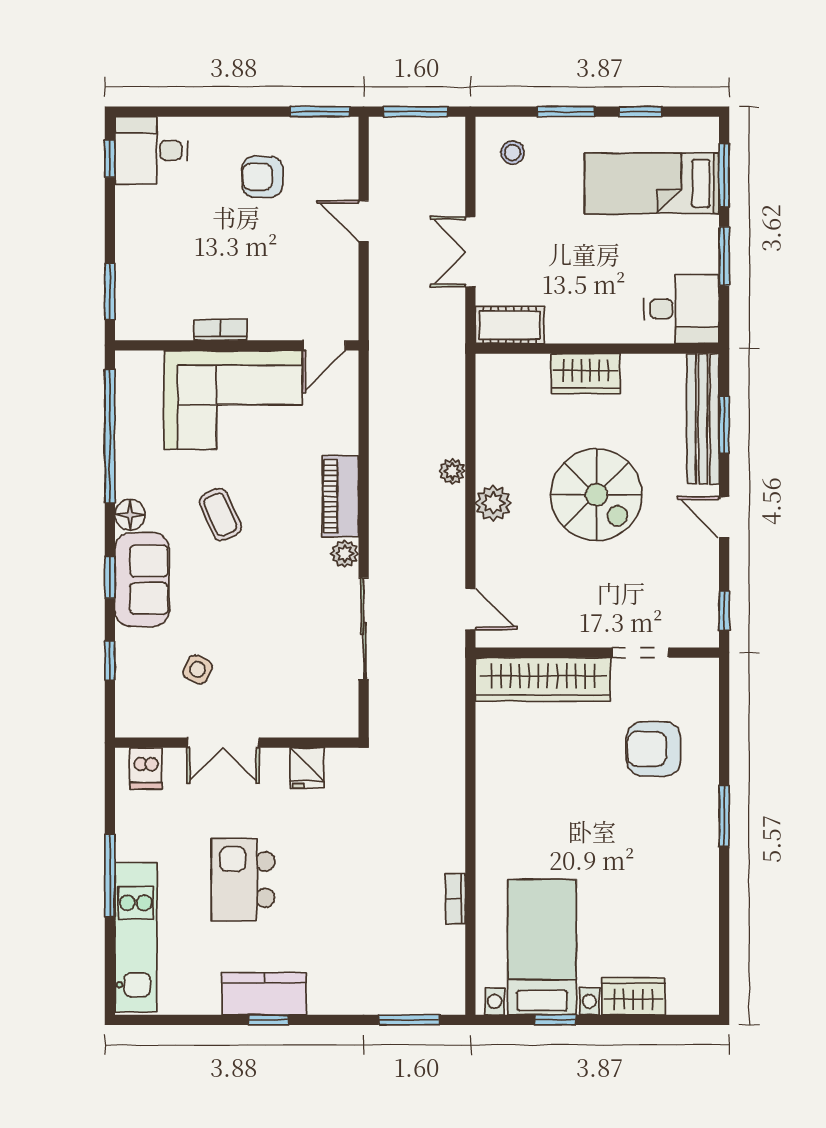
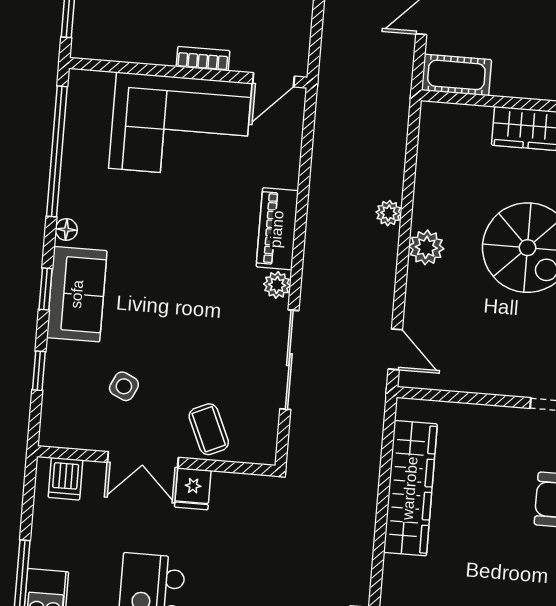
bookcase: (220, 330) -> (203, 59), moved
coffee table: (220, 514) -> (209, 429), moved
floor lamp: (130, 515) -> (66, 230), width x0.73, depth x0.73
wardrobe: (543, 679) -> (410, 488), moved, turned -90
fridge: (307, 768) -> (193, 489), moved

